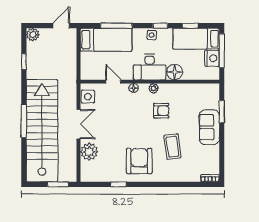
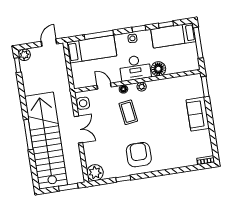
nightstand: (212, 58) -> (190, 51), removed
window: (24, 62) -> (18, 65), moved
armchair: (161, 111) -> (152, 106), removed
window: (222, 112) -> (205, 87), moved
coffee table: (172, 147) -> (128, 112), moved
plant: (89, 152) -> (95, 173), moved

